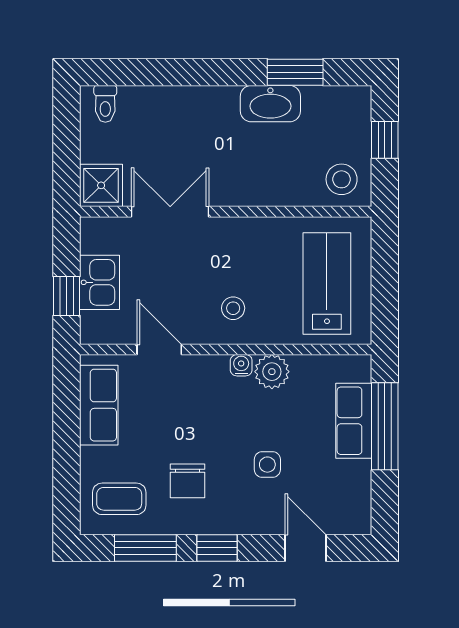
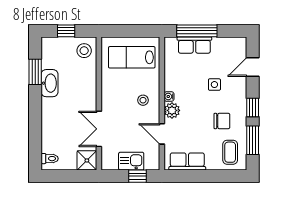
door: (159, 349) -> (162, 134), hinge flipped
plant: (272, 372) -> (172, 110), moved

